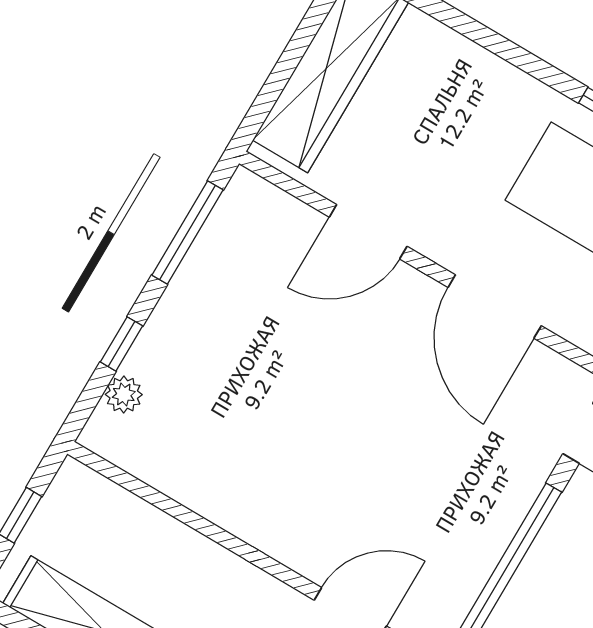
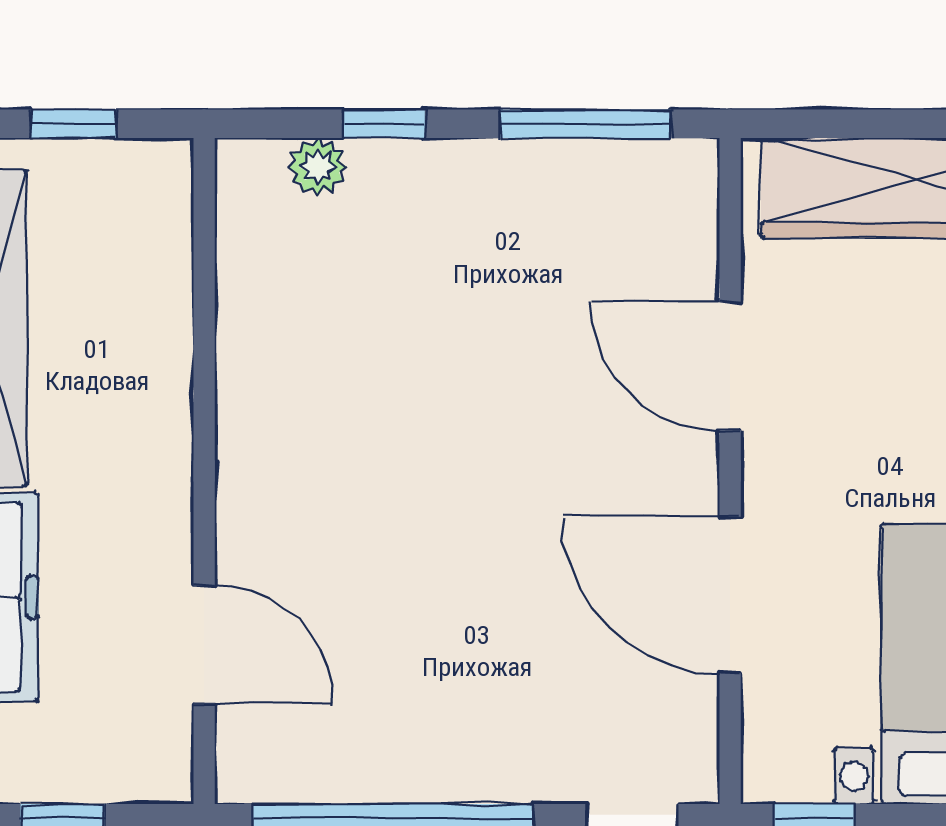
door: (495, 307) -> (730, 595), hinge flipped

